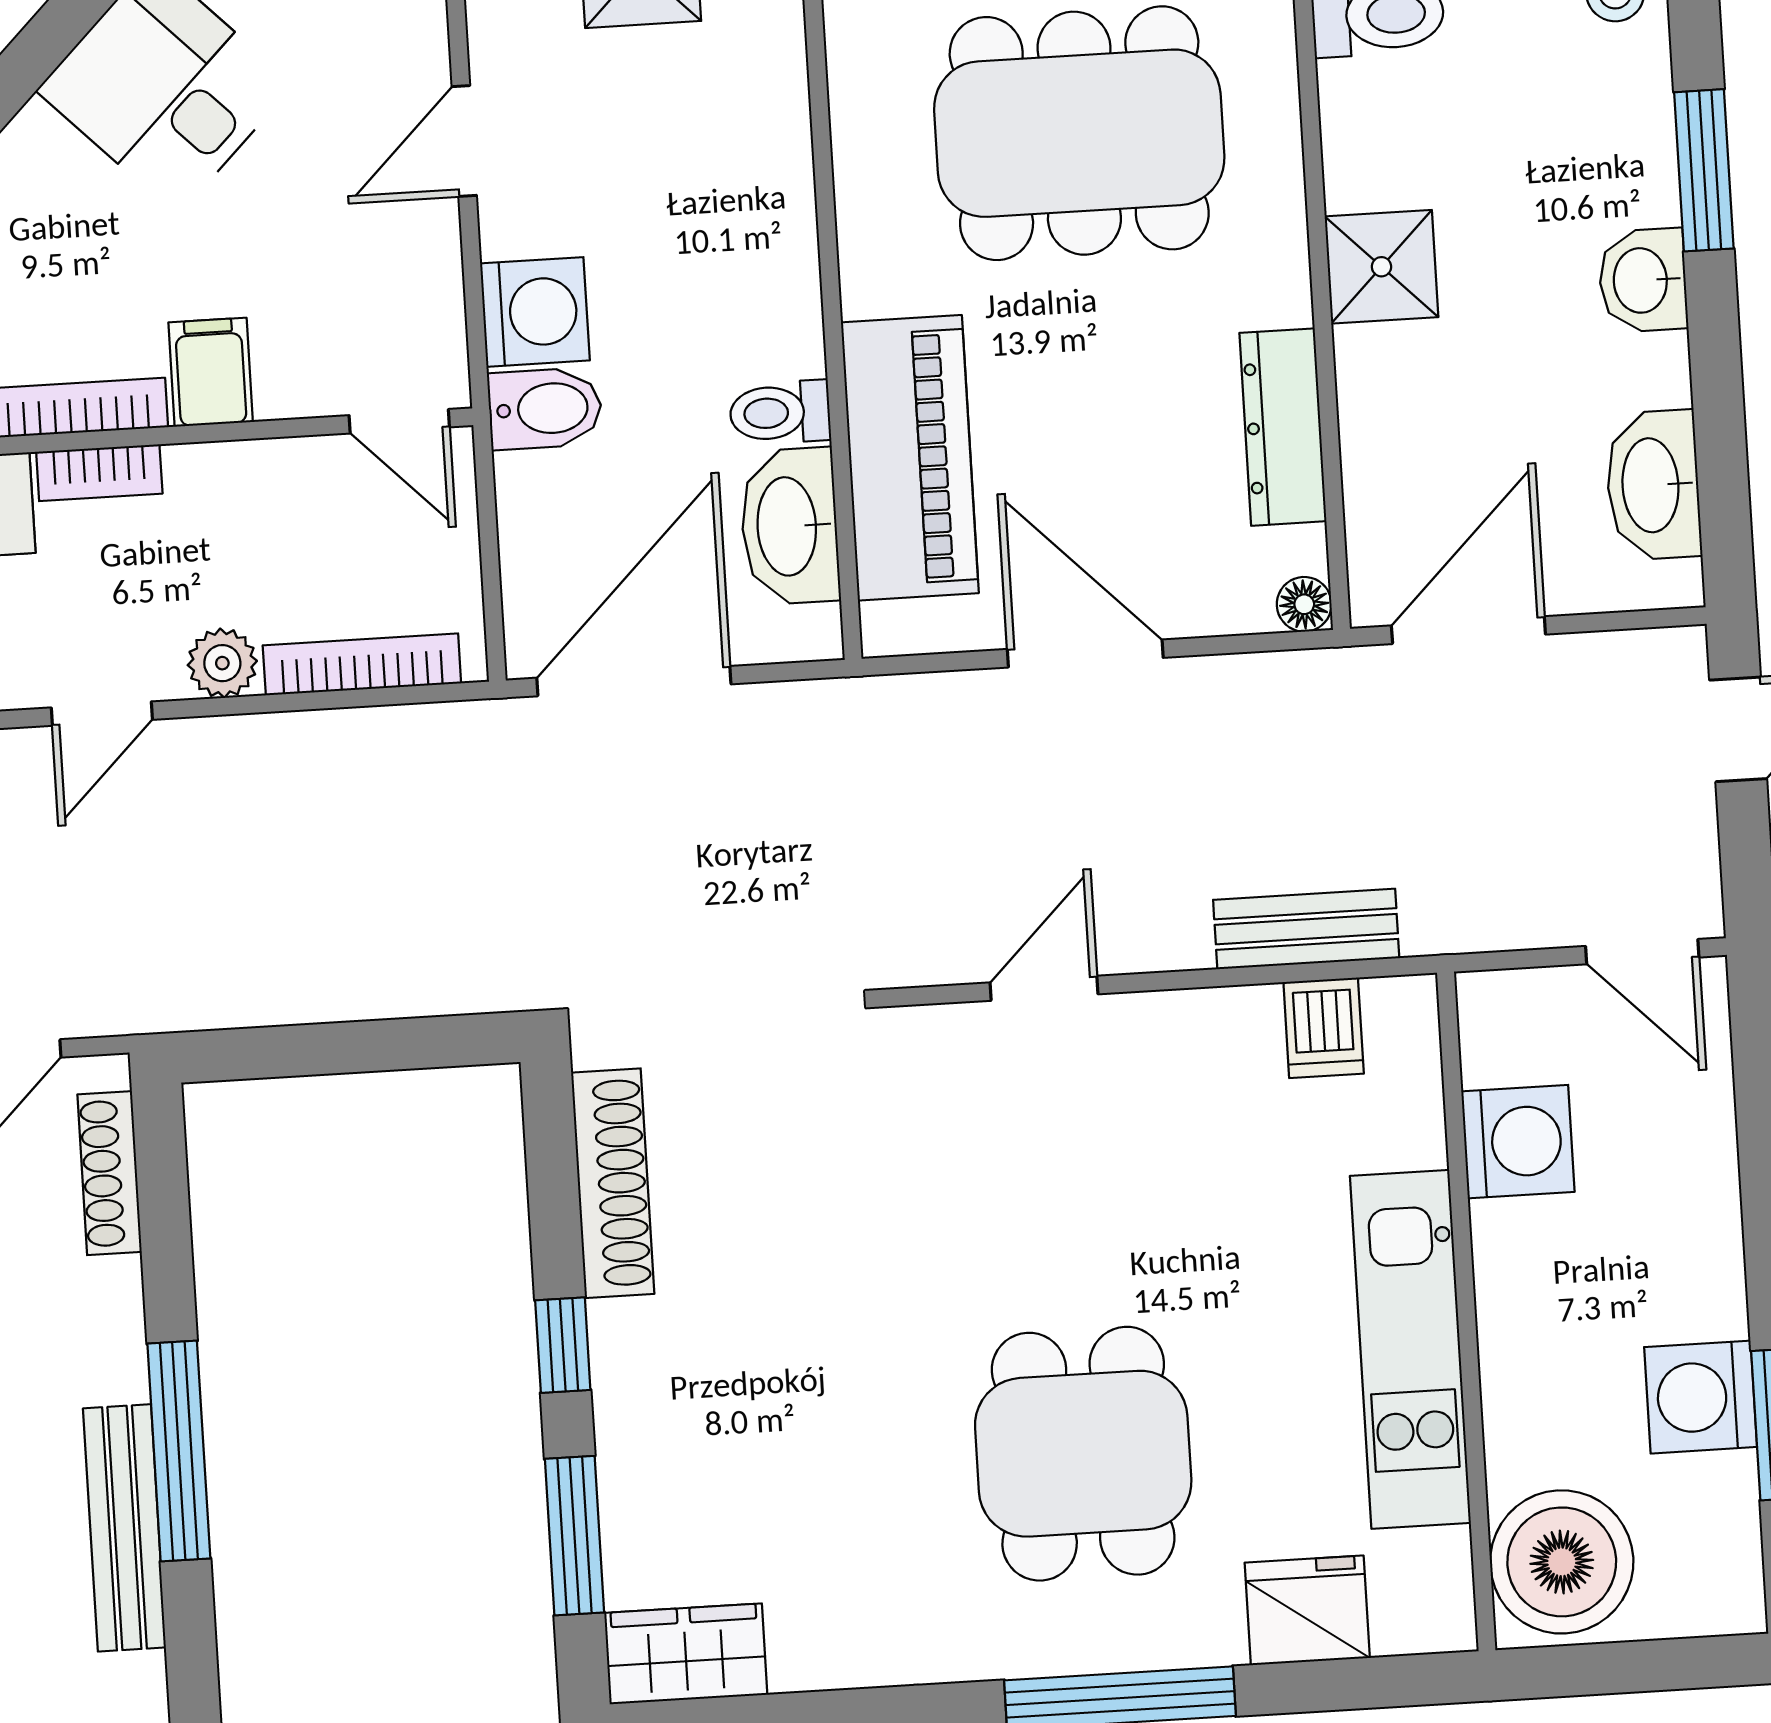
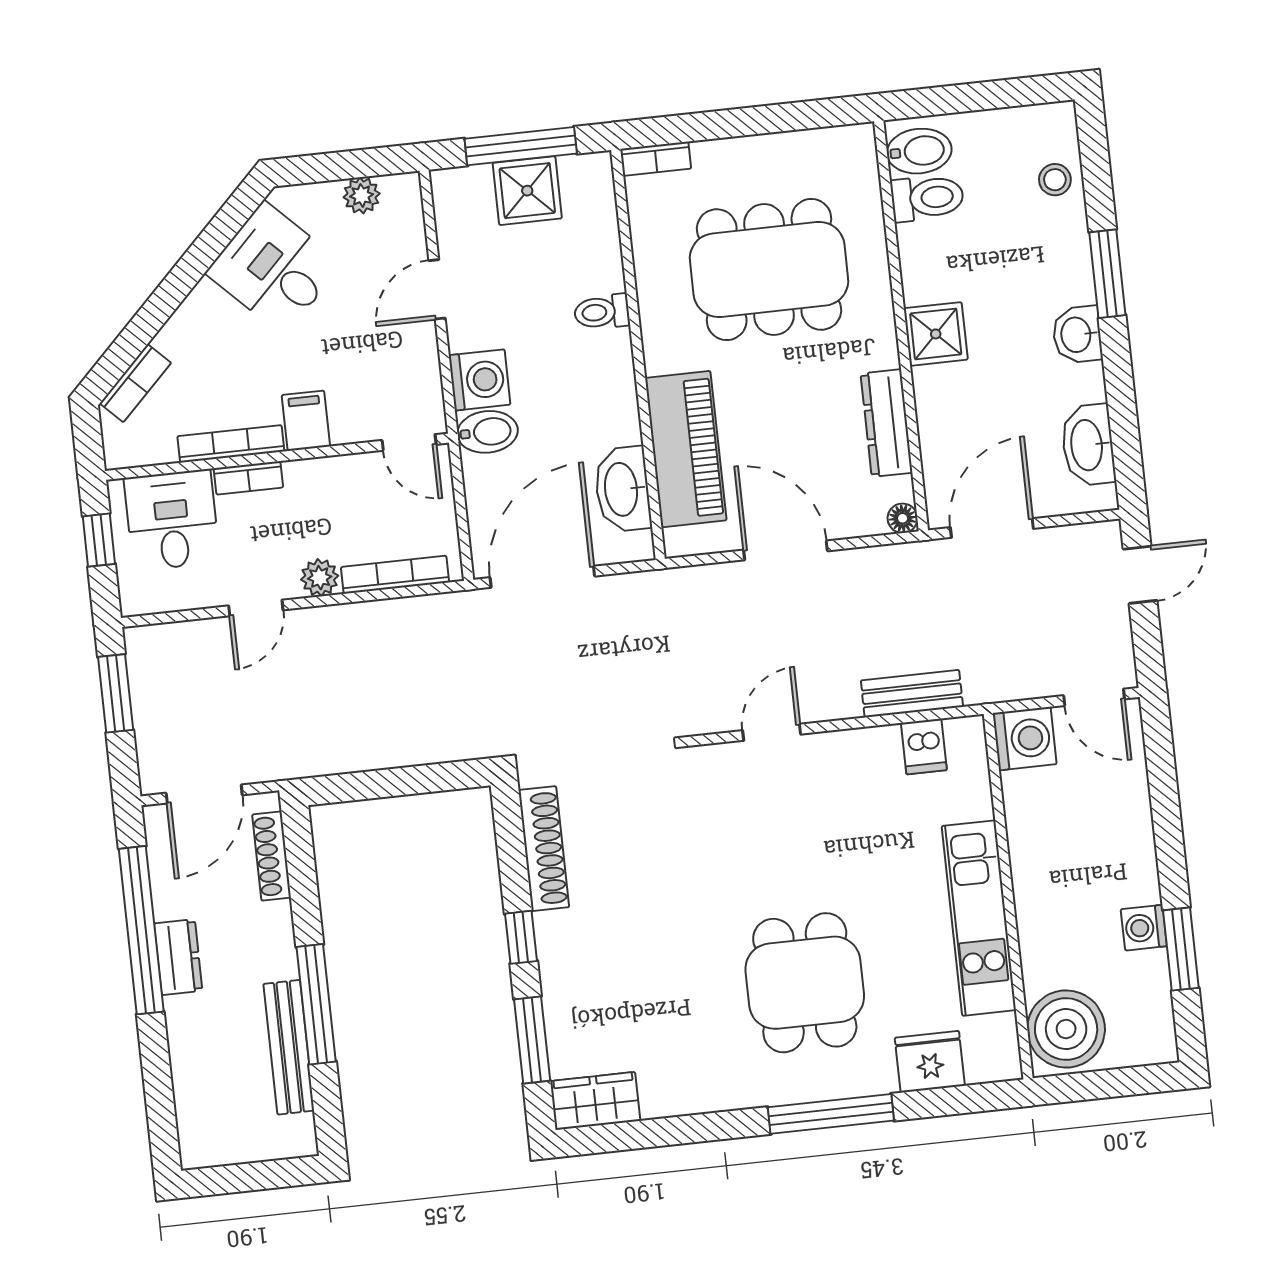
toilet: (780, 412) -> (602, 312), moved
washing machine: (1518, 1142) -> (1025, 739), moved
washing machine: (1701, 1397) -> (1144, 928), width x0.73, depth x0.73

